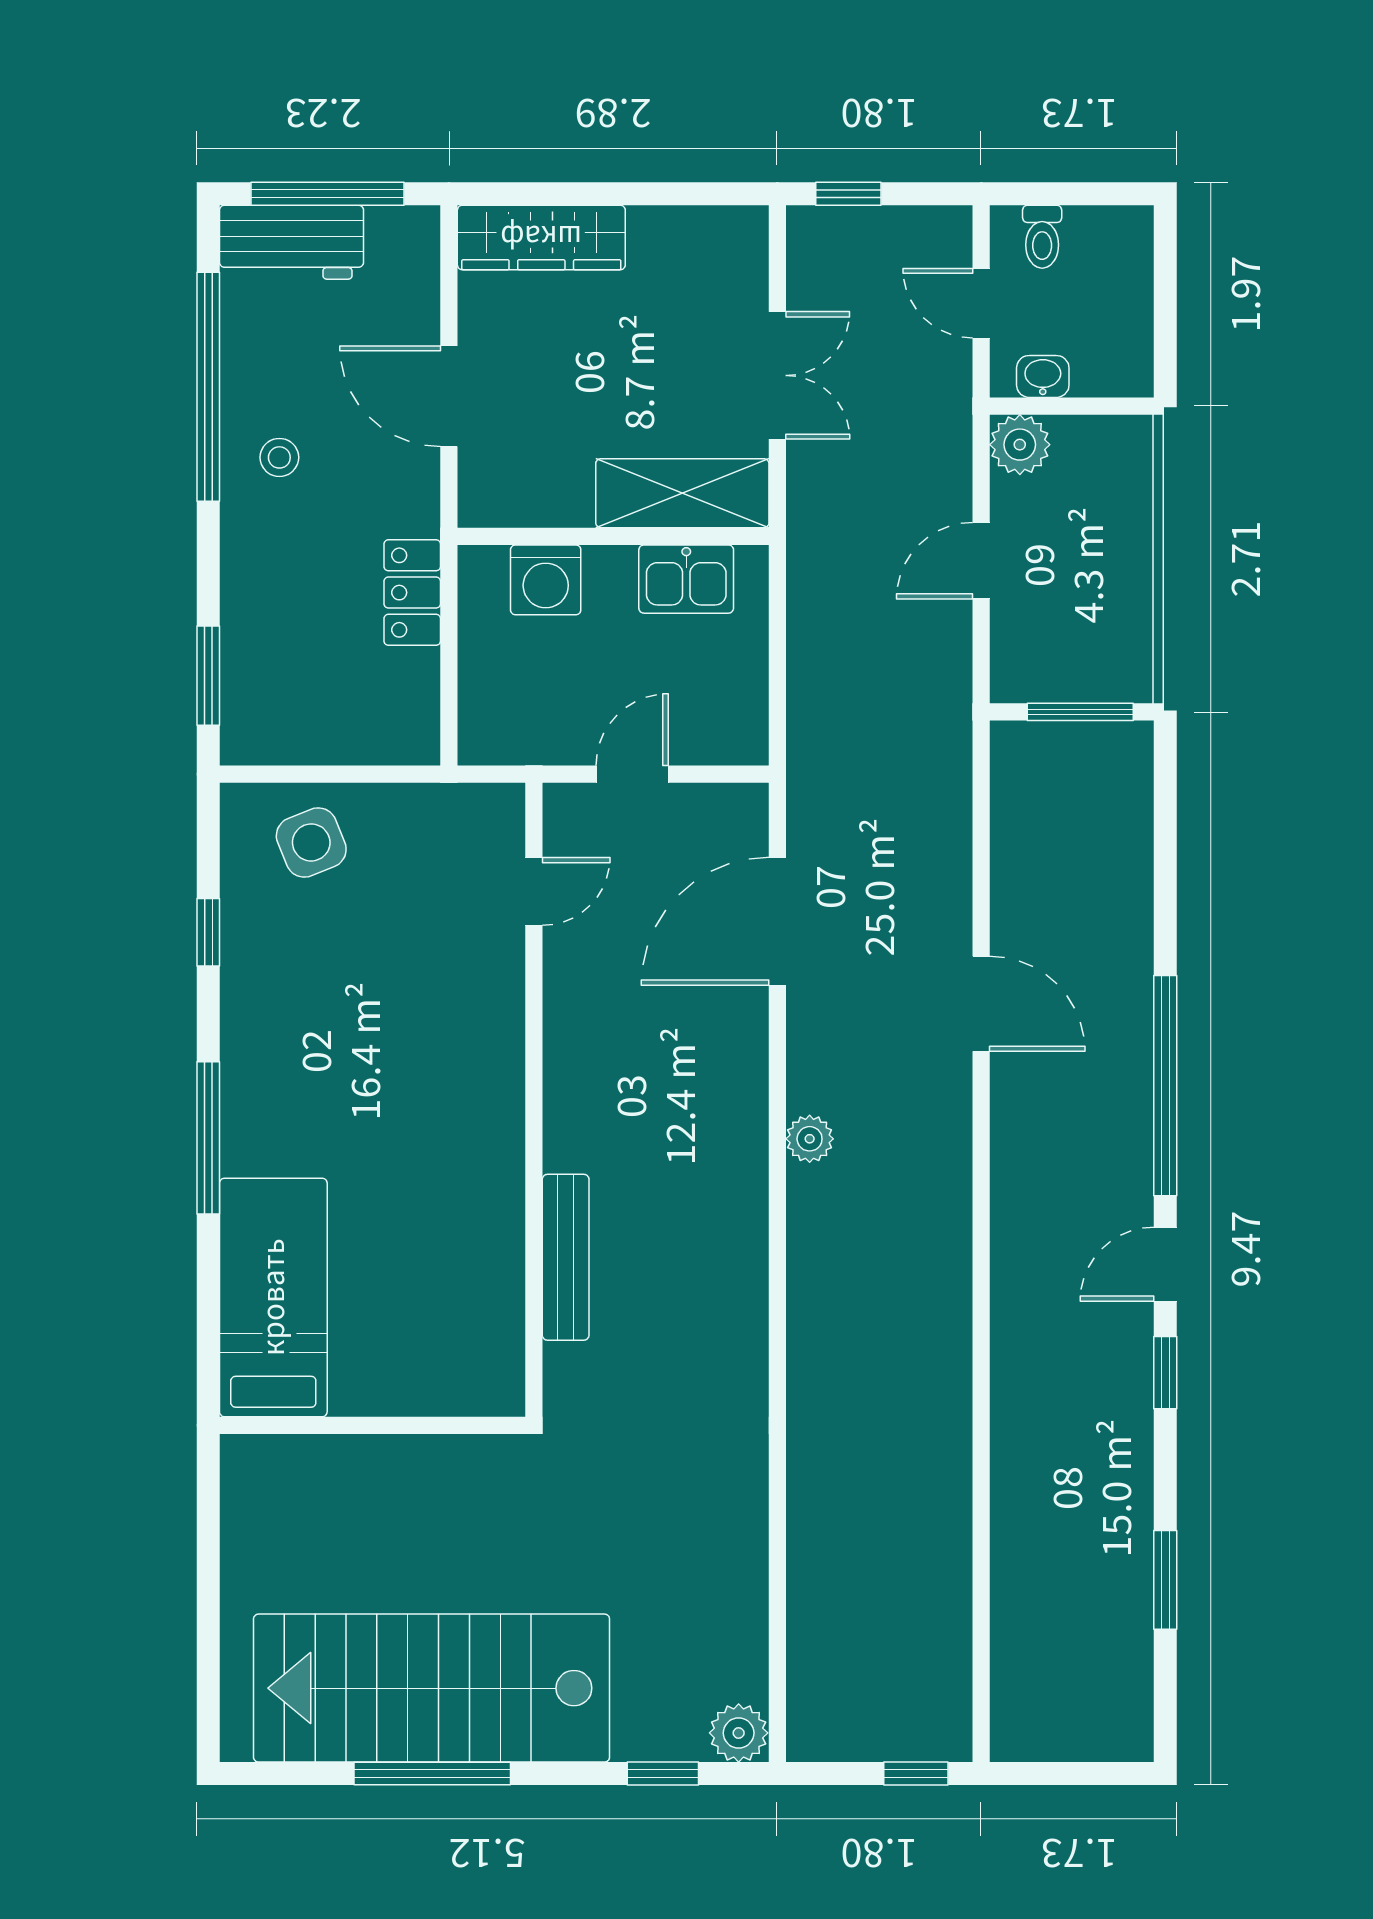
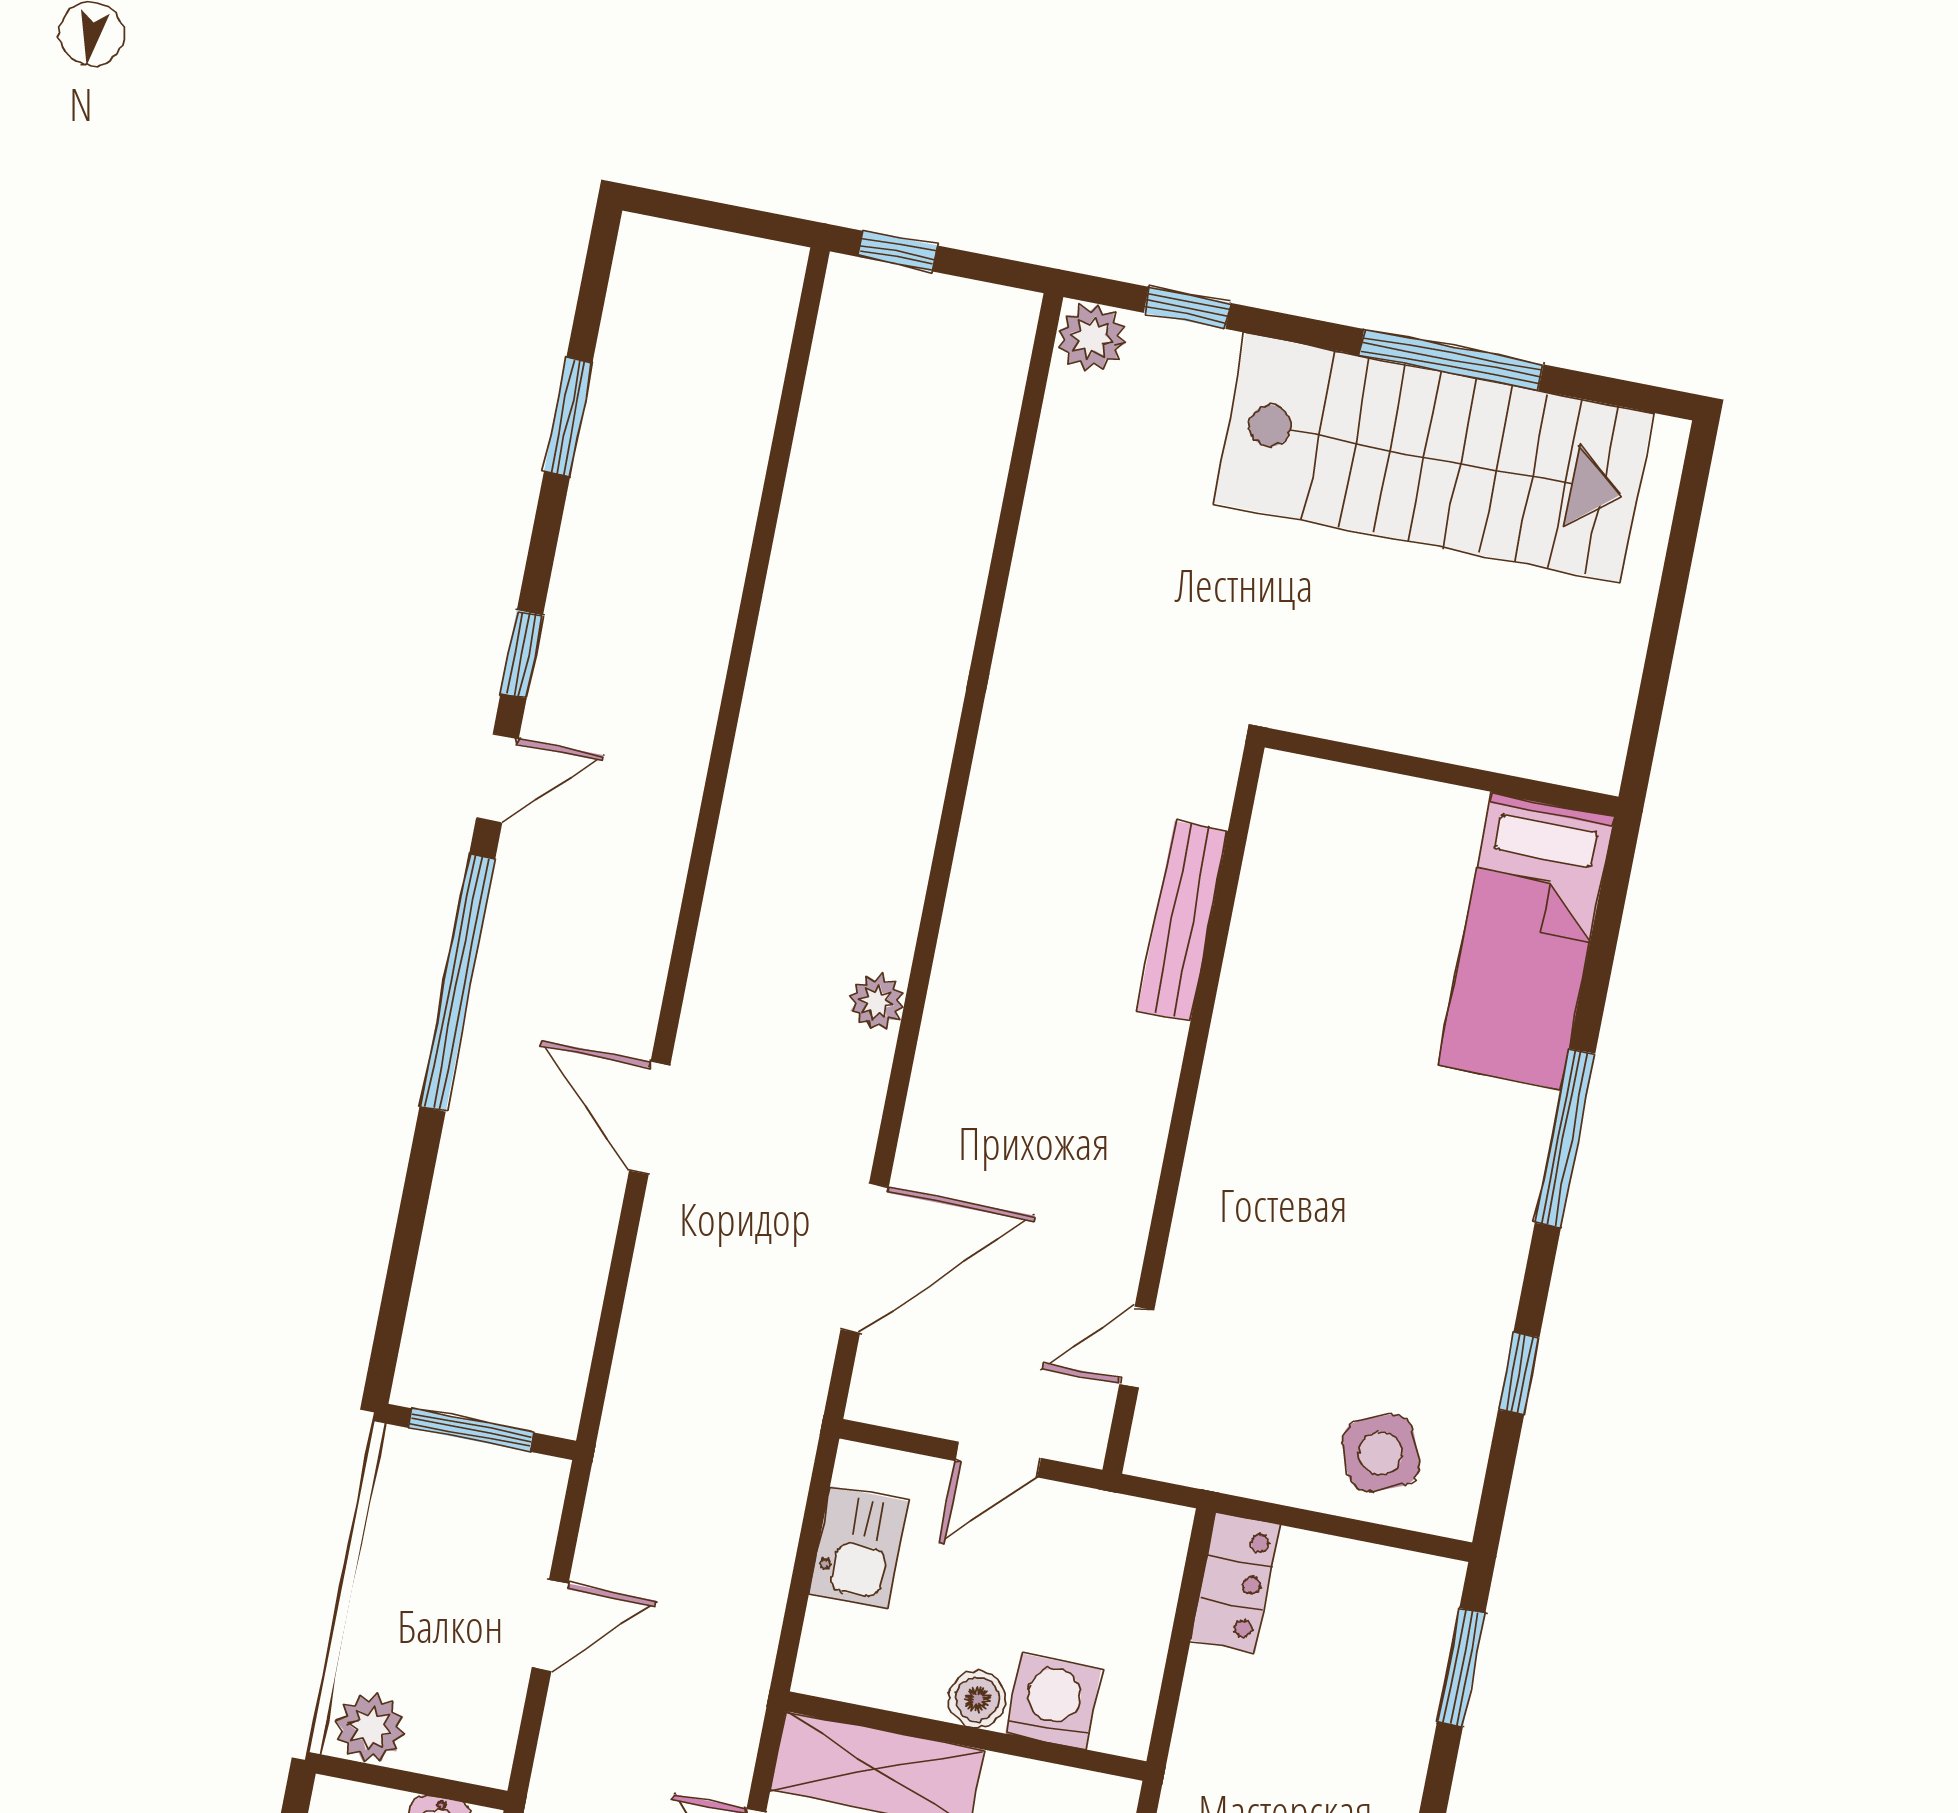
plant: (1020, 445) -> (370, 1728), moved
boiler: (610, 569) -> (977, 1699), added
kitchen sink: (686, 579) -> (859, 1548), moved, turned 90
locker: (412, 593) -> (1235, 1583), moved

